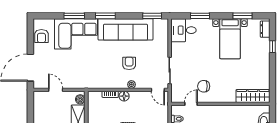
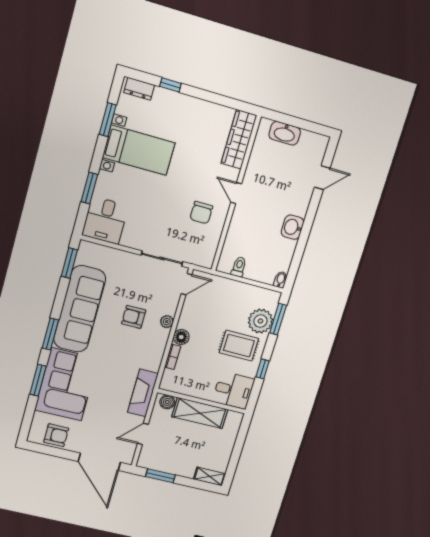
fireplace: (82, 82) -> (143, 393), added
door: (191, 104) -> (236, 193), moved
window: (30, 109) -> (160, 476), added

